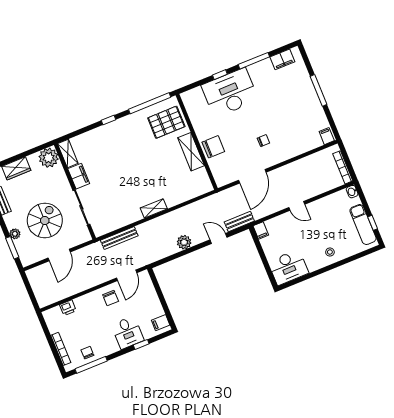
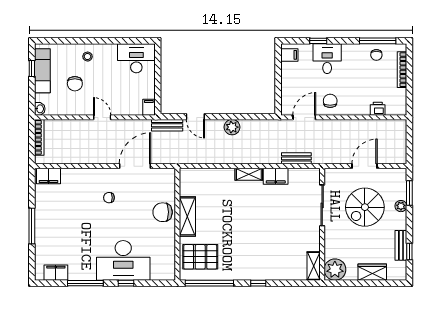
filing cabinet: (327, 136) -> (49, 176), width x2.00
filing cabinet: (79, 176) -> (276, 176), moved, turned -90
chair: (331, 225) -> (75, 84), added
bench: (119, 238) -> (296, 158), width x0.73

